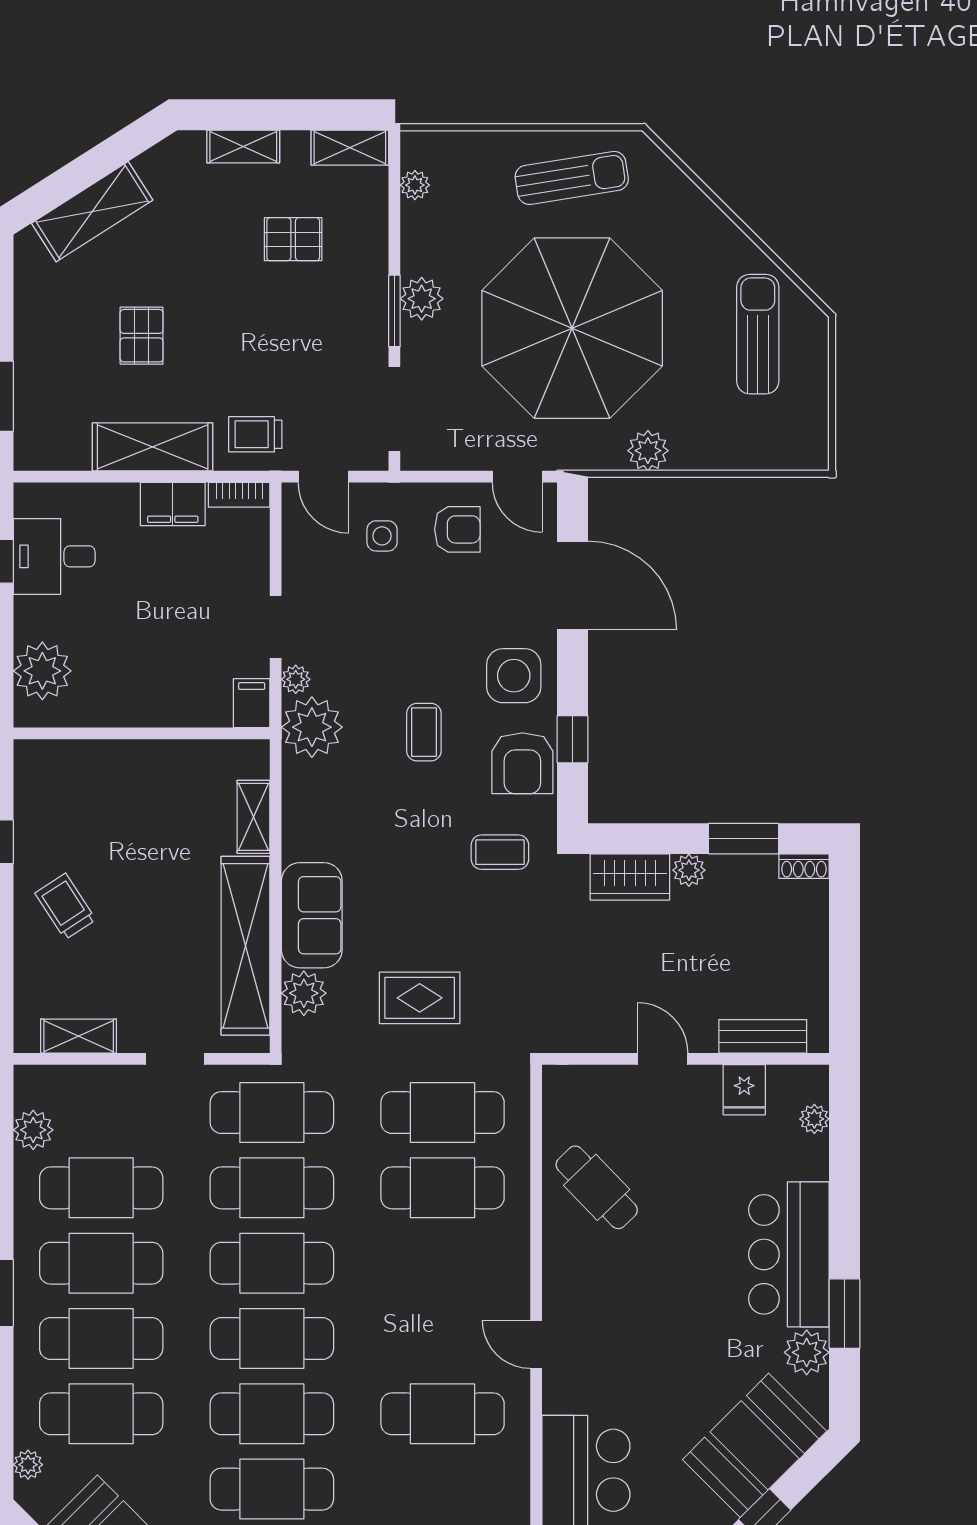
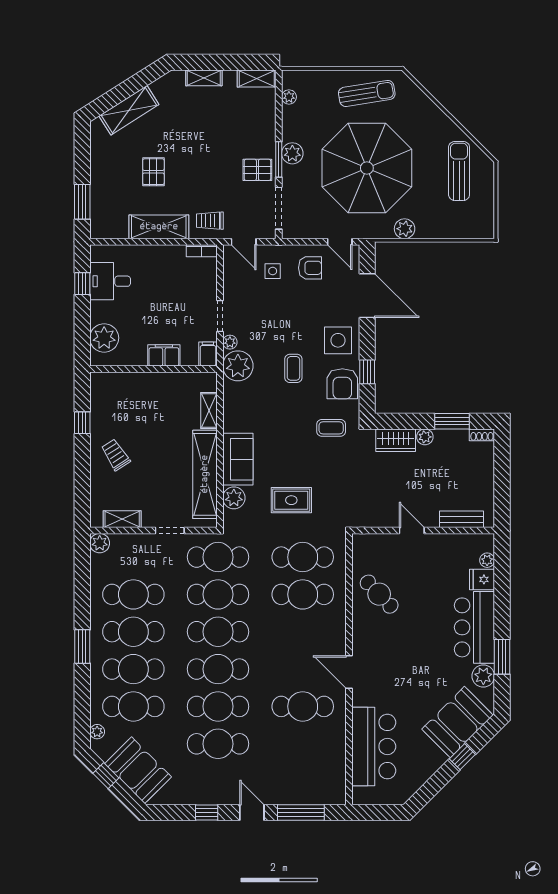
pallet: (293, 239) -> (257, 170), moved
filing cabinet: (173, 504) -> (164, 355), moved, turned 180
fridge: (744, 1090) -> (482, 579), moved, turned 90
plant: (33, 1130) -> (100, 543), moved
door: (536, 1344) -> (349, 672), width x1.38

